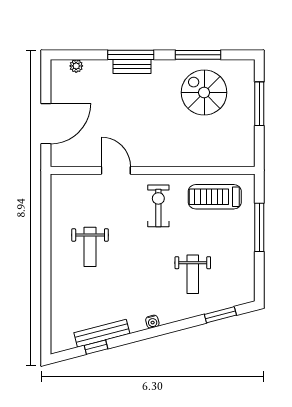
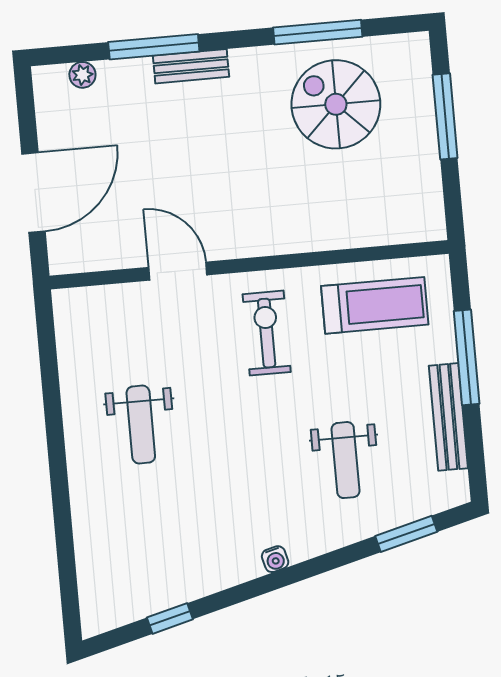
window: (131, 55) -> (154, 47), moved
treadmill: (215, 197) -> (375, 305), turned 180
bench: (102, 333) -> (448, 417), moved, turned -75

